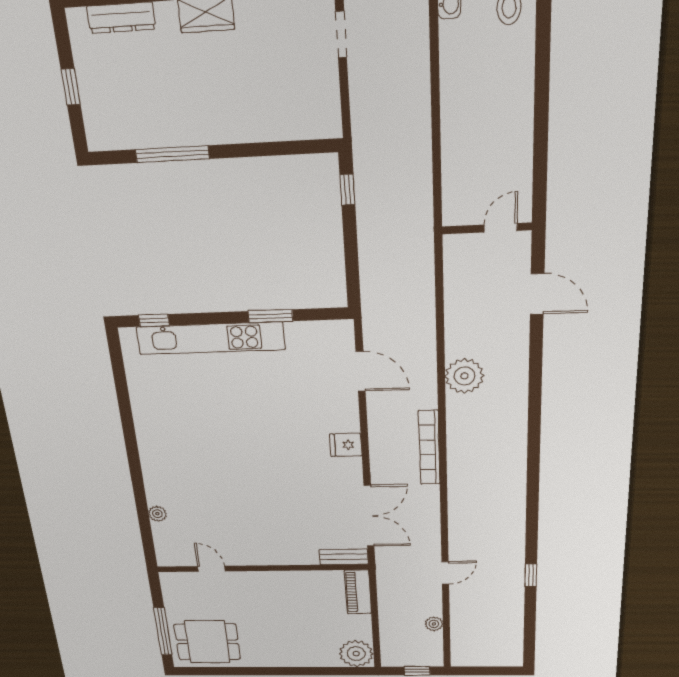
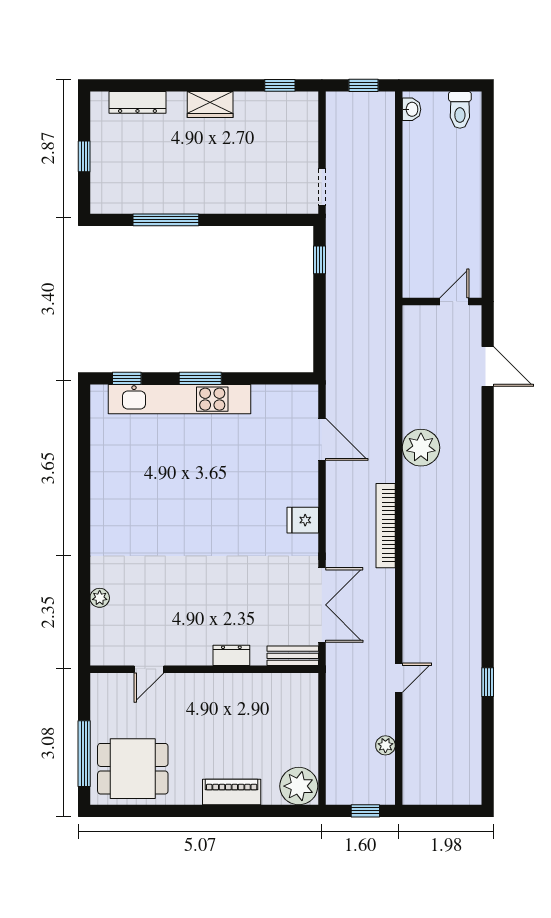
doorway: (341, 35) -> (322, 187), moved
window: (270, 316) -> (200, 378), moved
dresser: (286, 557) -> (231, 655), added
door: (211, 569) -> (149, 669), swing flipped
piano: (358, 592) -> (232, 792), moved, turned 90

